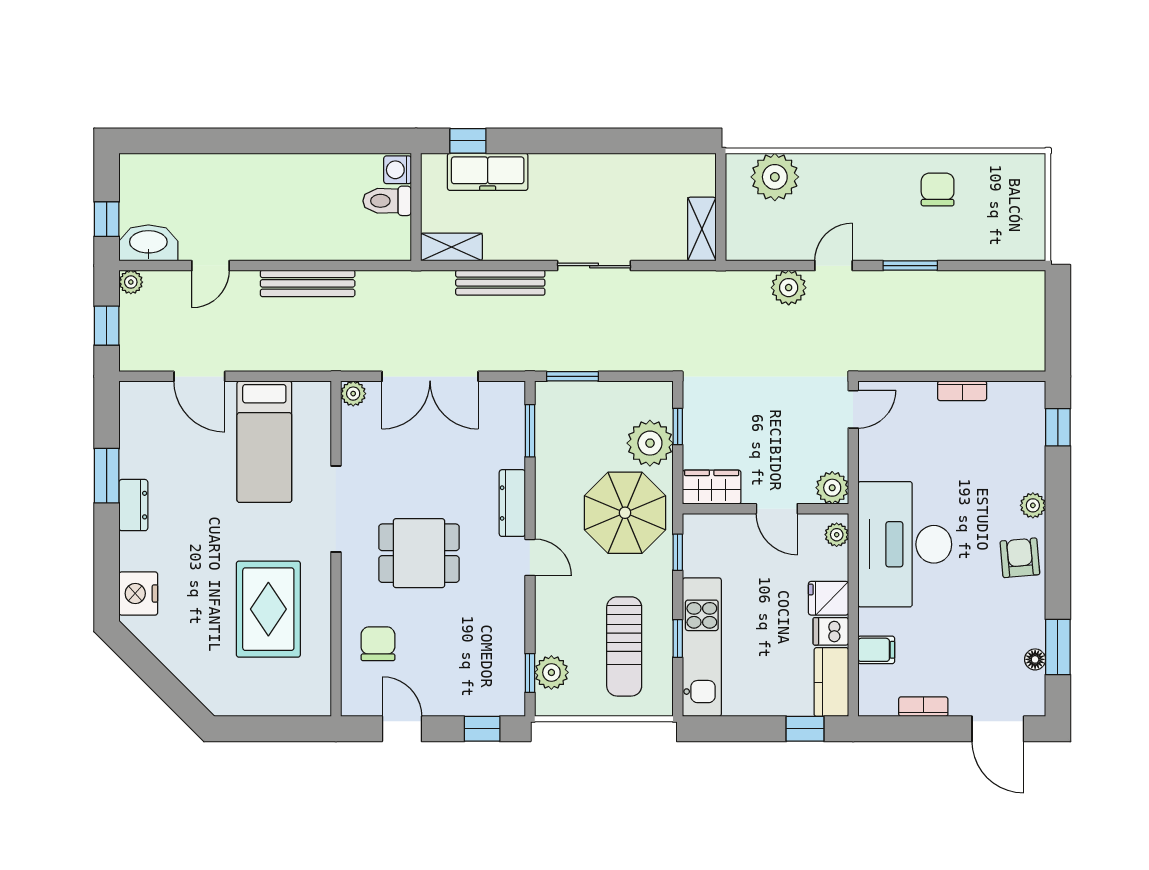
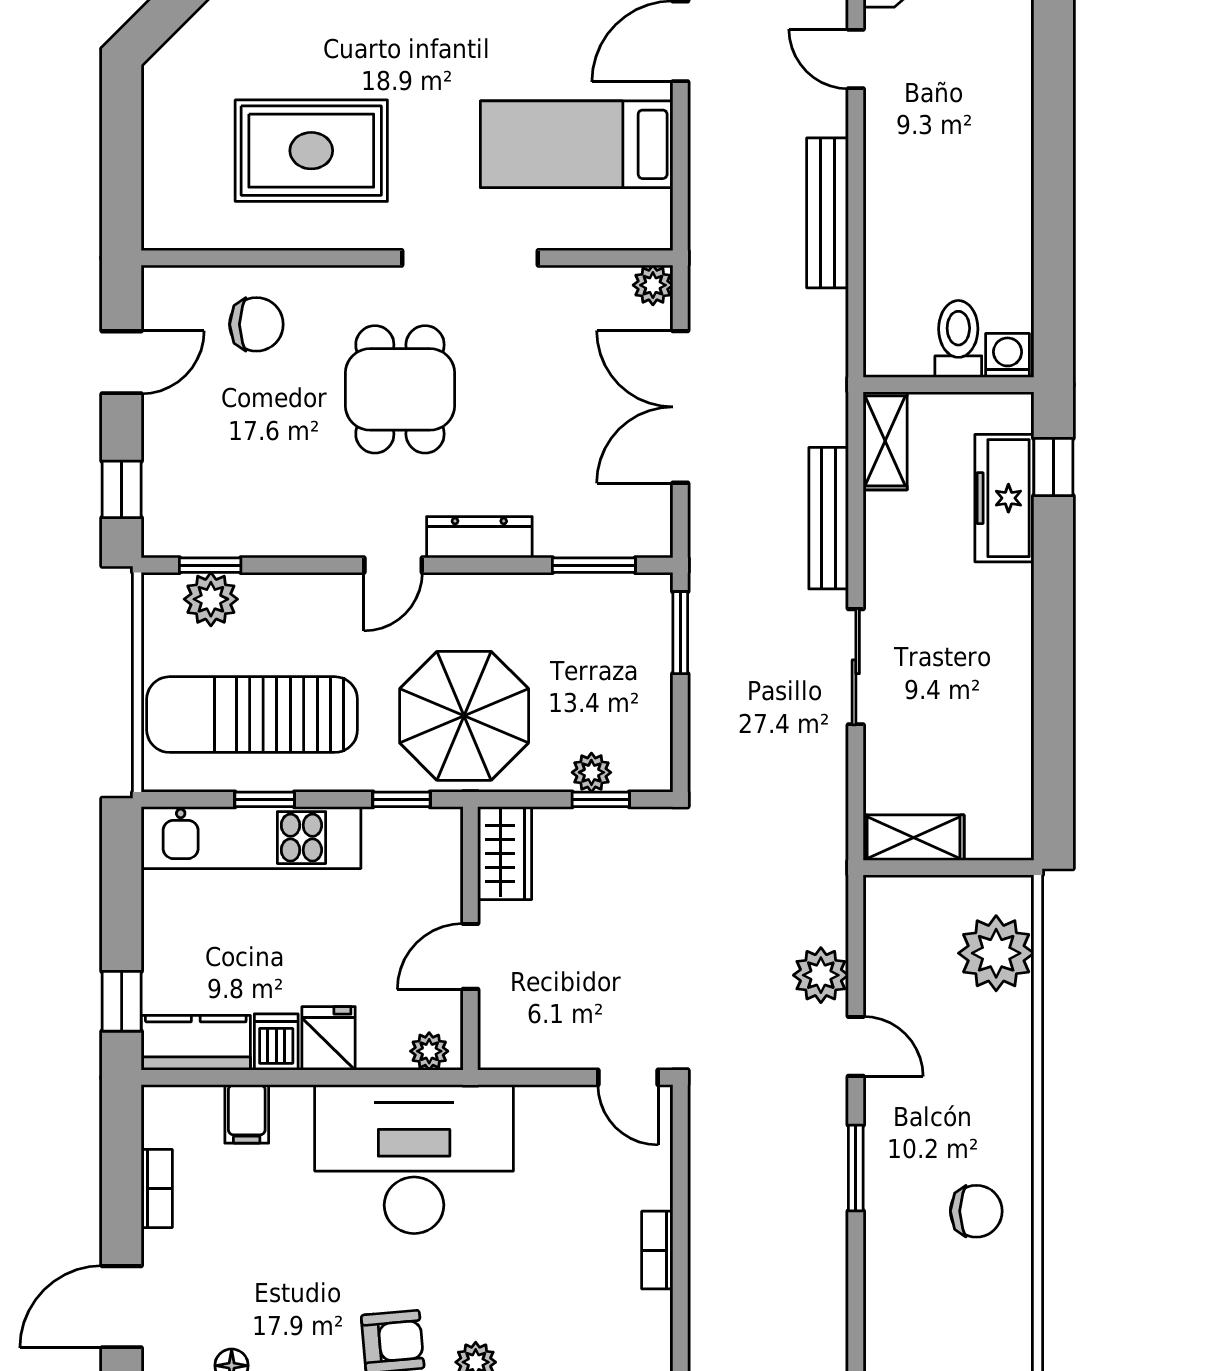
plant: (650, 443) -> (591, 772), width x0.53, depth x0.53
plant: (832, 488) -> (504, 1044), removed
sun lounger: (624, 646) -> (252, 715), width x1.36, depth x1.34

